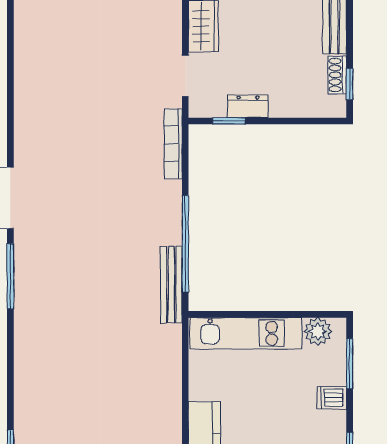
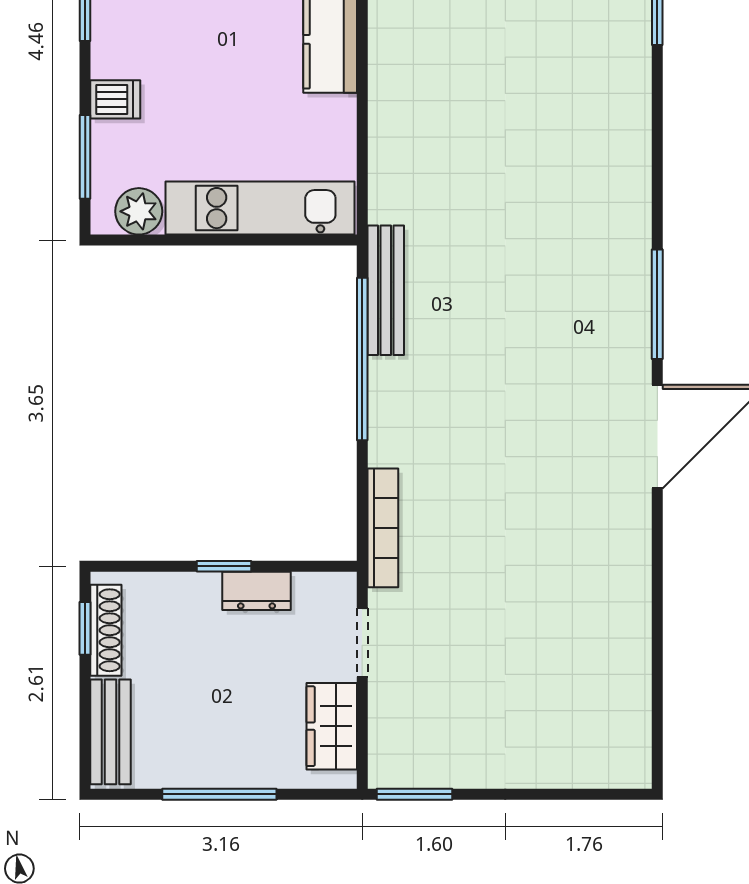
shoe rack: (337, 75) -> (106, 630), width x1.43
window: (229, 121) -> (224, 566), moved

